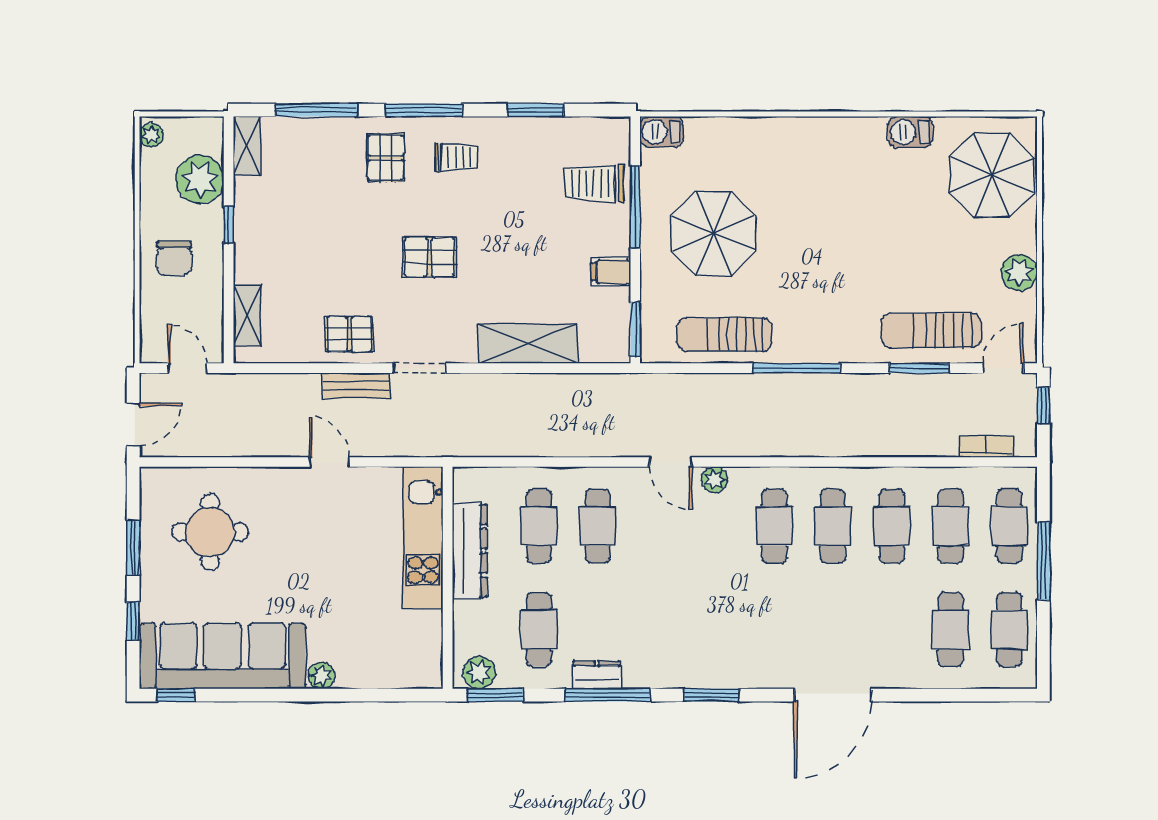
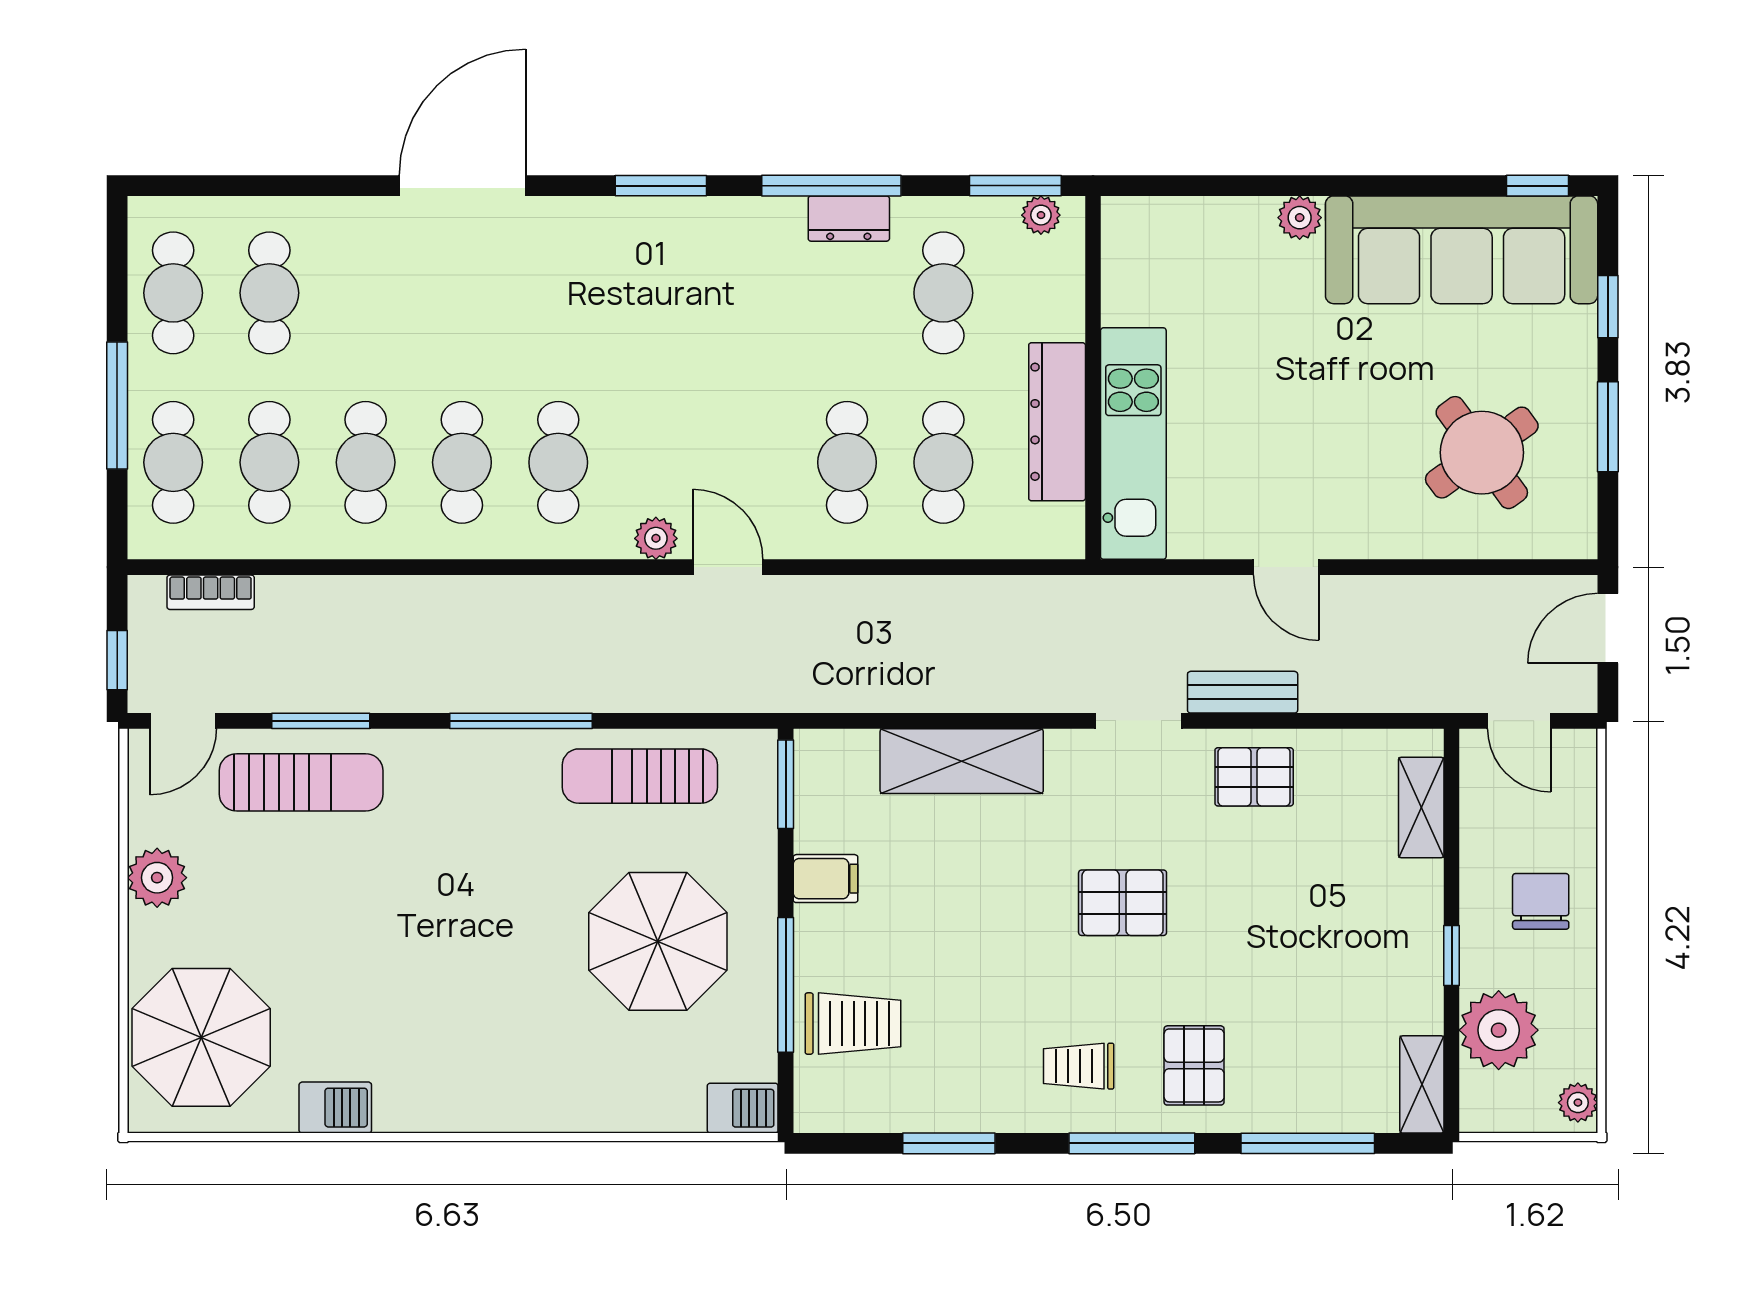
sun lounger: (724, 334) -> (640, 776), turned 180
round table: (210, 532) -> (1482, 453), turned -36
plant: (479, 673) -> (1041, 215), width x0.73, depth x0.73

